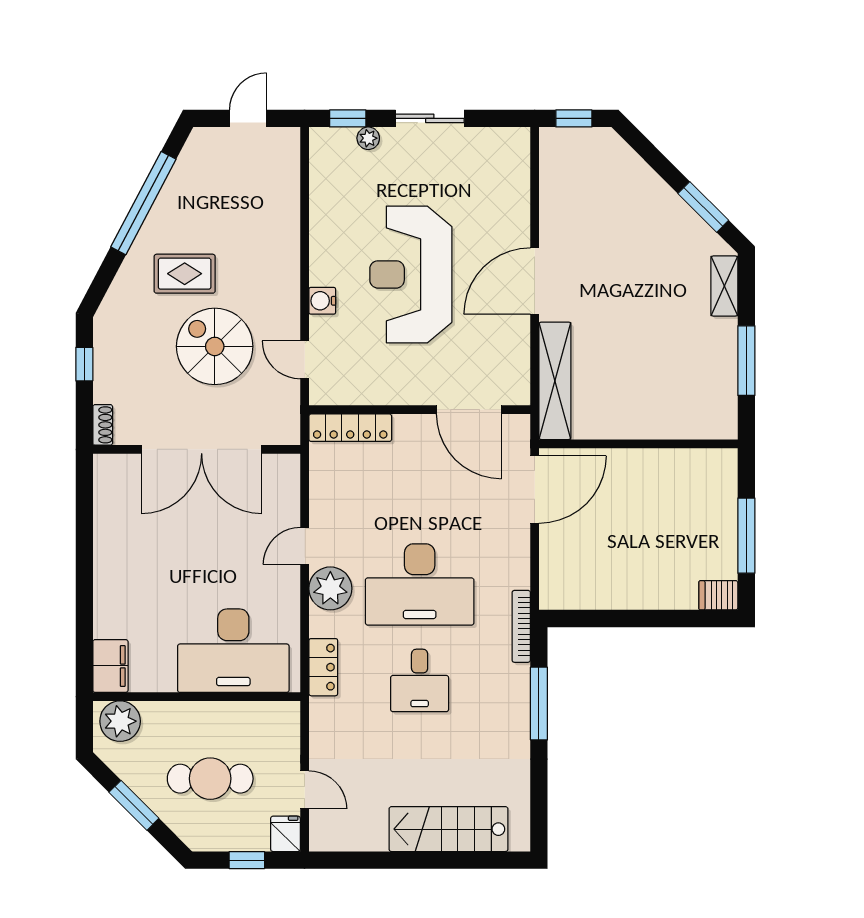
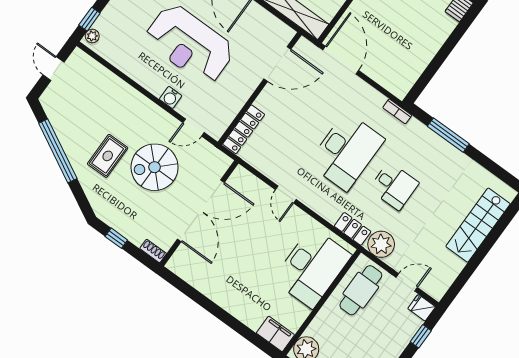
plant: (368, 138) -> (92, 36), moved
plant: (330, 588) -> (381, 244), moved
bookcase: (521, 626) -> (397, 111), width x0.64
cafe table: (210, 779) -> (361, 290), moved

